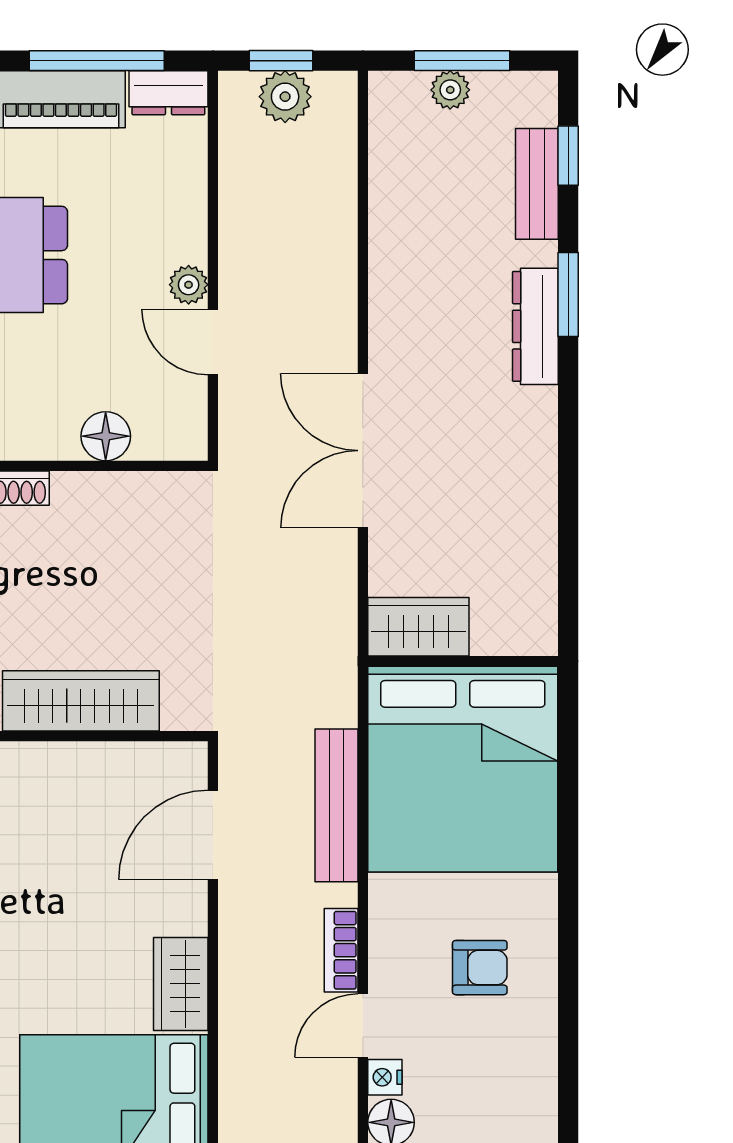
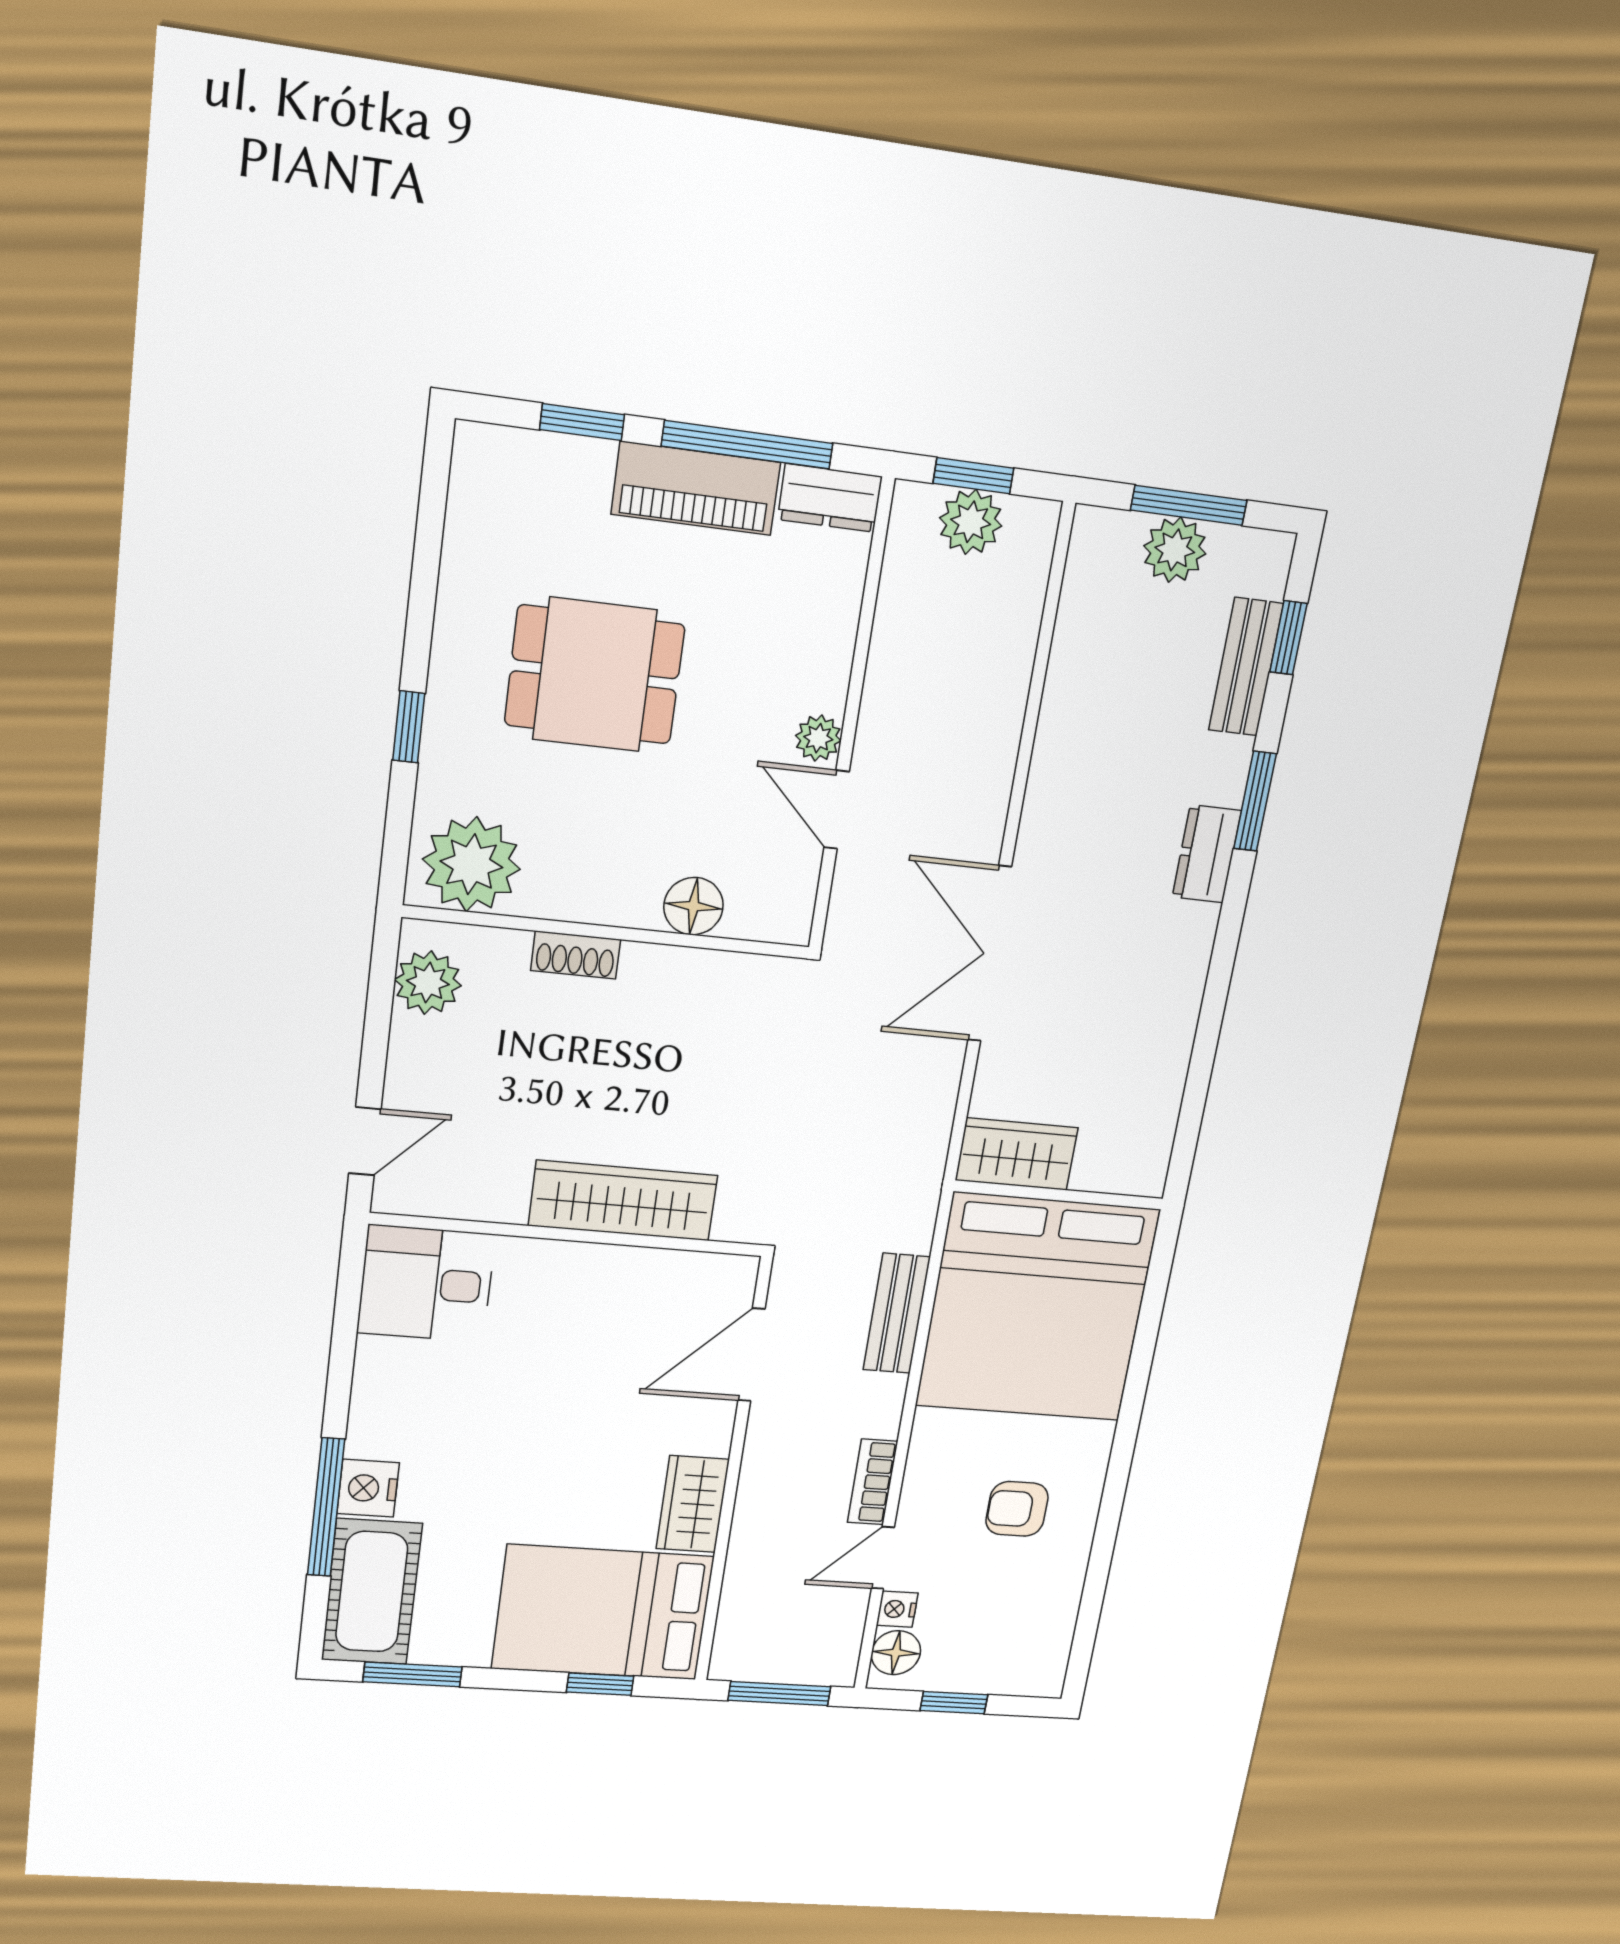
plant: (450, 90) -> (1175, 550), width x1.38, depth x1.38
dresser: (535, 326) -> (1207, 854), width x0.70
bench: (337, 805) -> (897, 1313), width x0.73
armchair: (480, 968) -> (1017, 1509), turned 180

